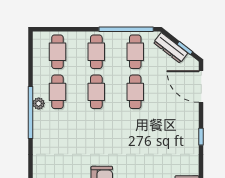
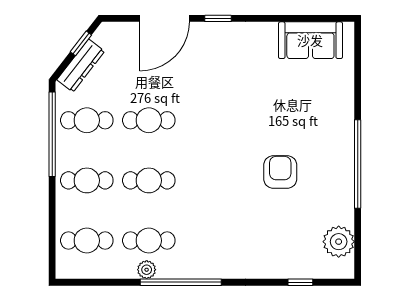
door: (201, 87) -> (165, 18), moved
plant: (39, 103) -> (147, 270), moved

